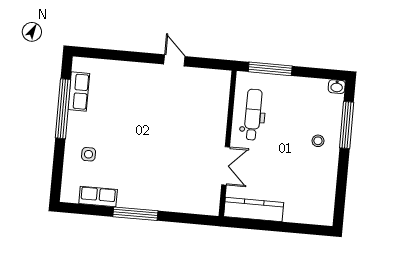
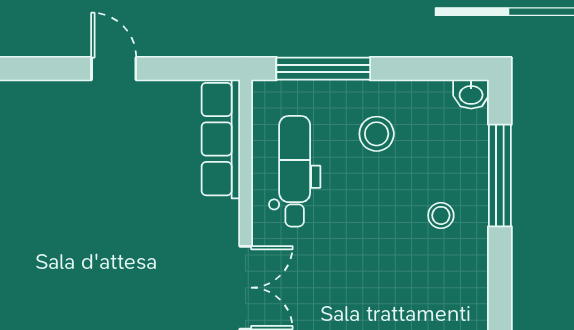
row of seats: (220, 97) -> (221, 139), added
stool: (292, 101) -> (377, 134), added

